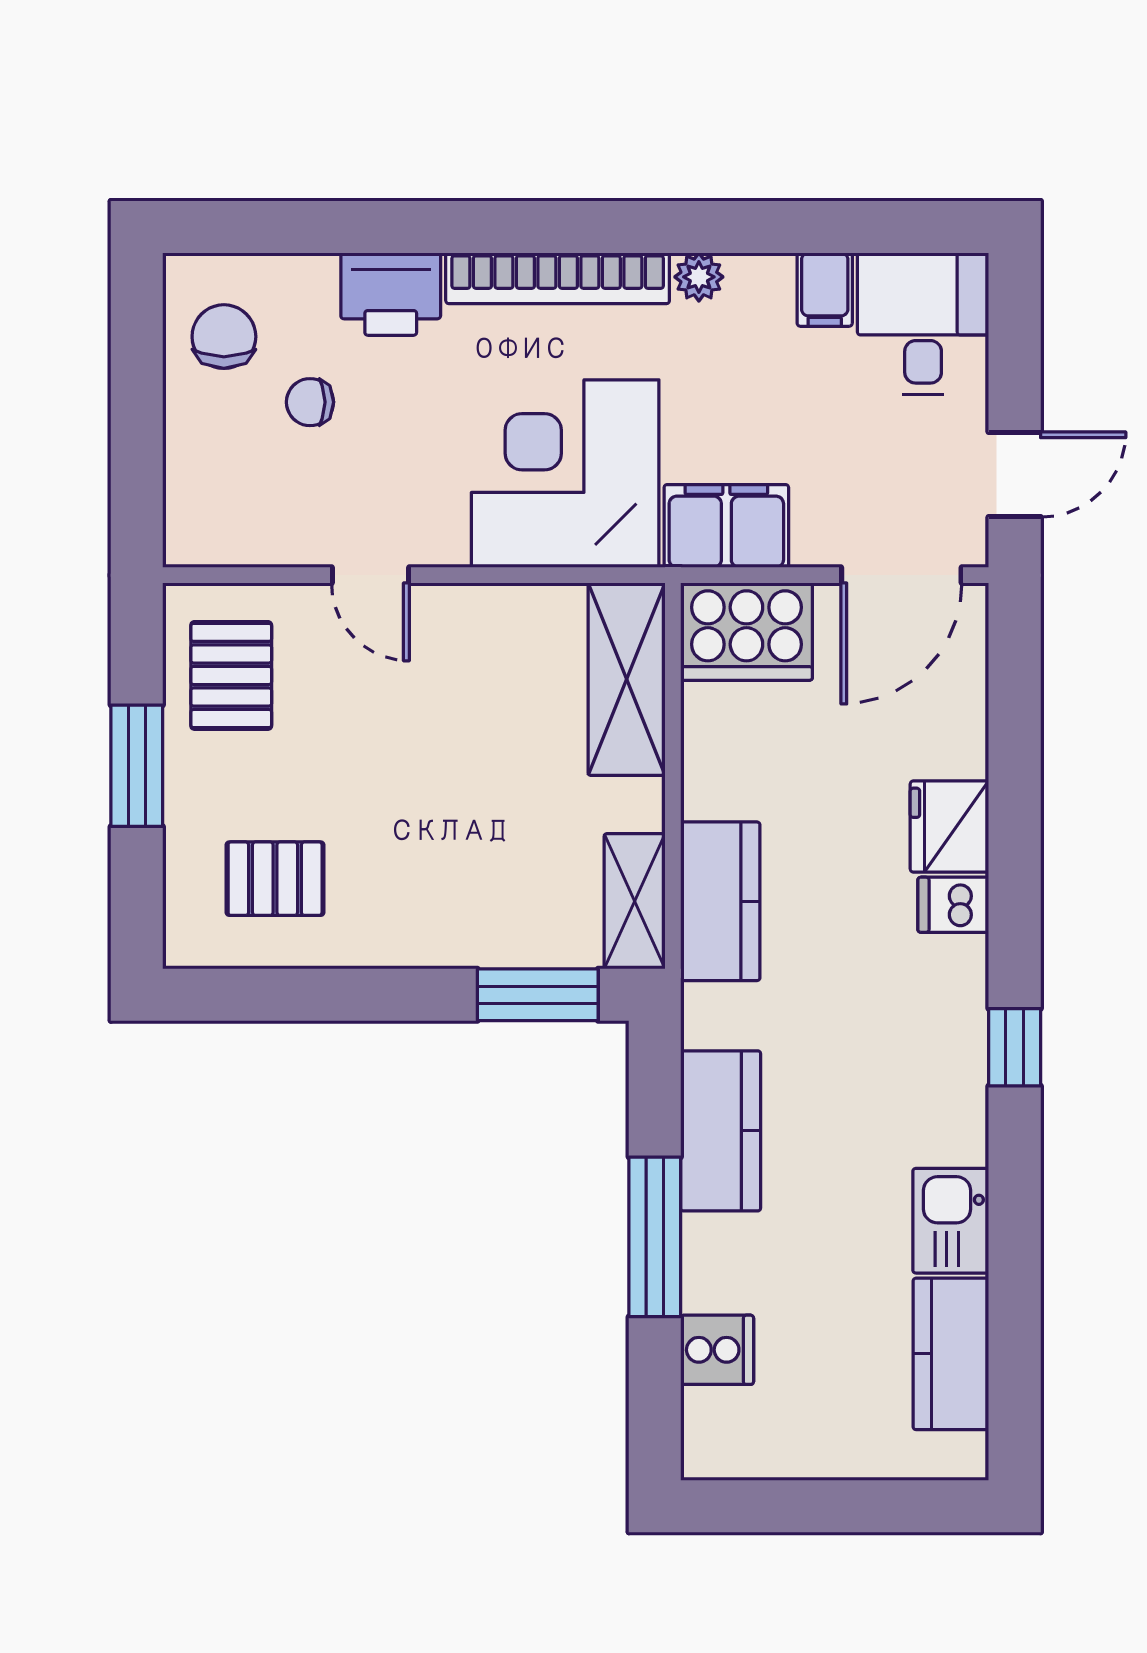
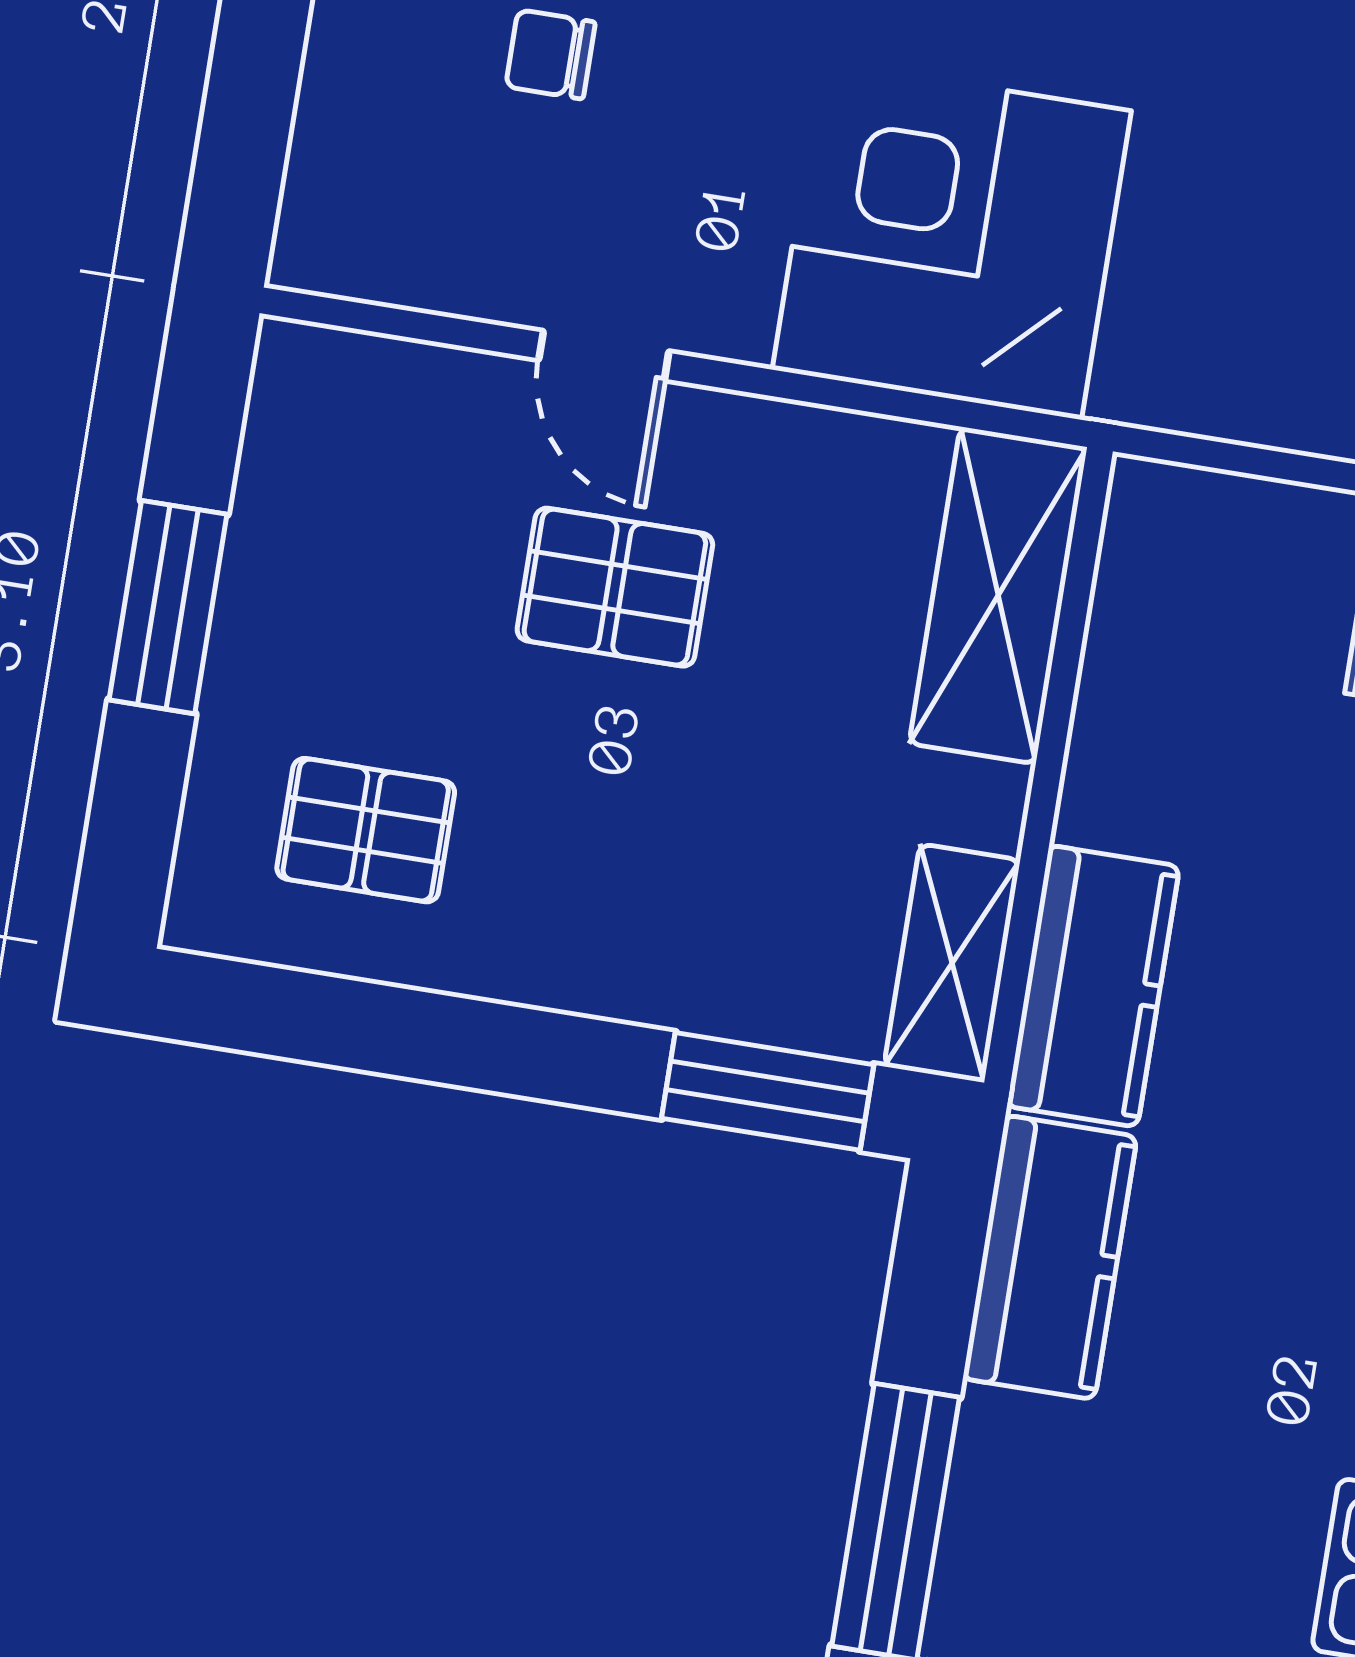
filing cabinet: (726, 526) -> (1203, 370), removed
cooker: (746, 632) -> (1208, 549), removed
pallet: (231, 675) -> (615, 587), moved, turned 90
kitchen counter: (721, 1131) -> (1050, 1257), moved

